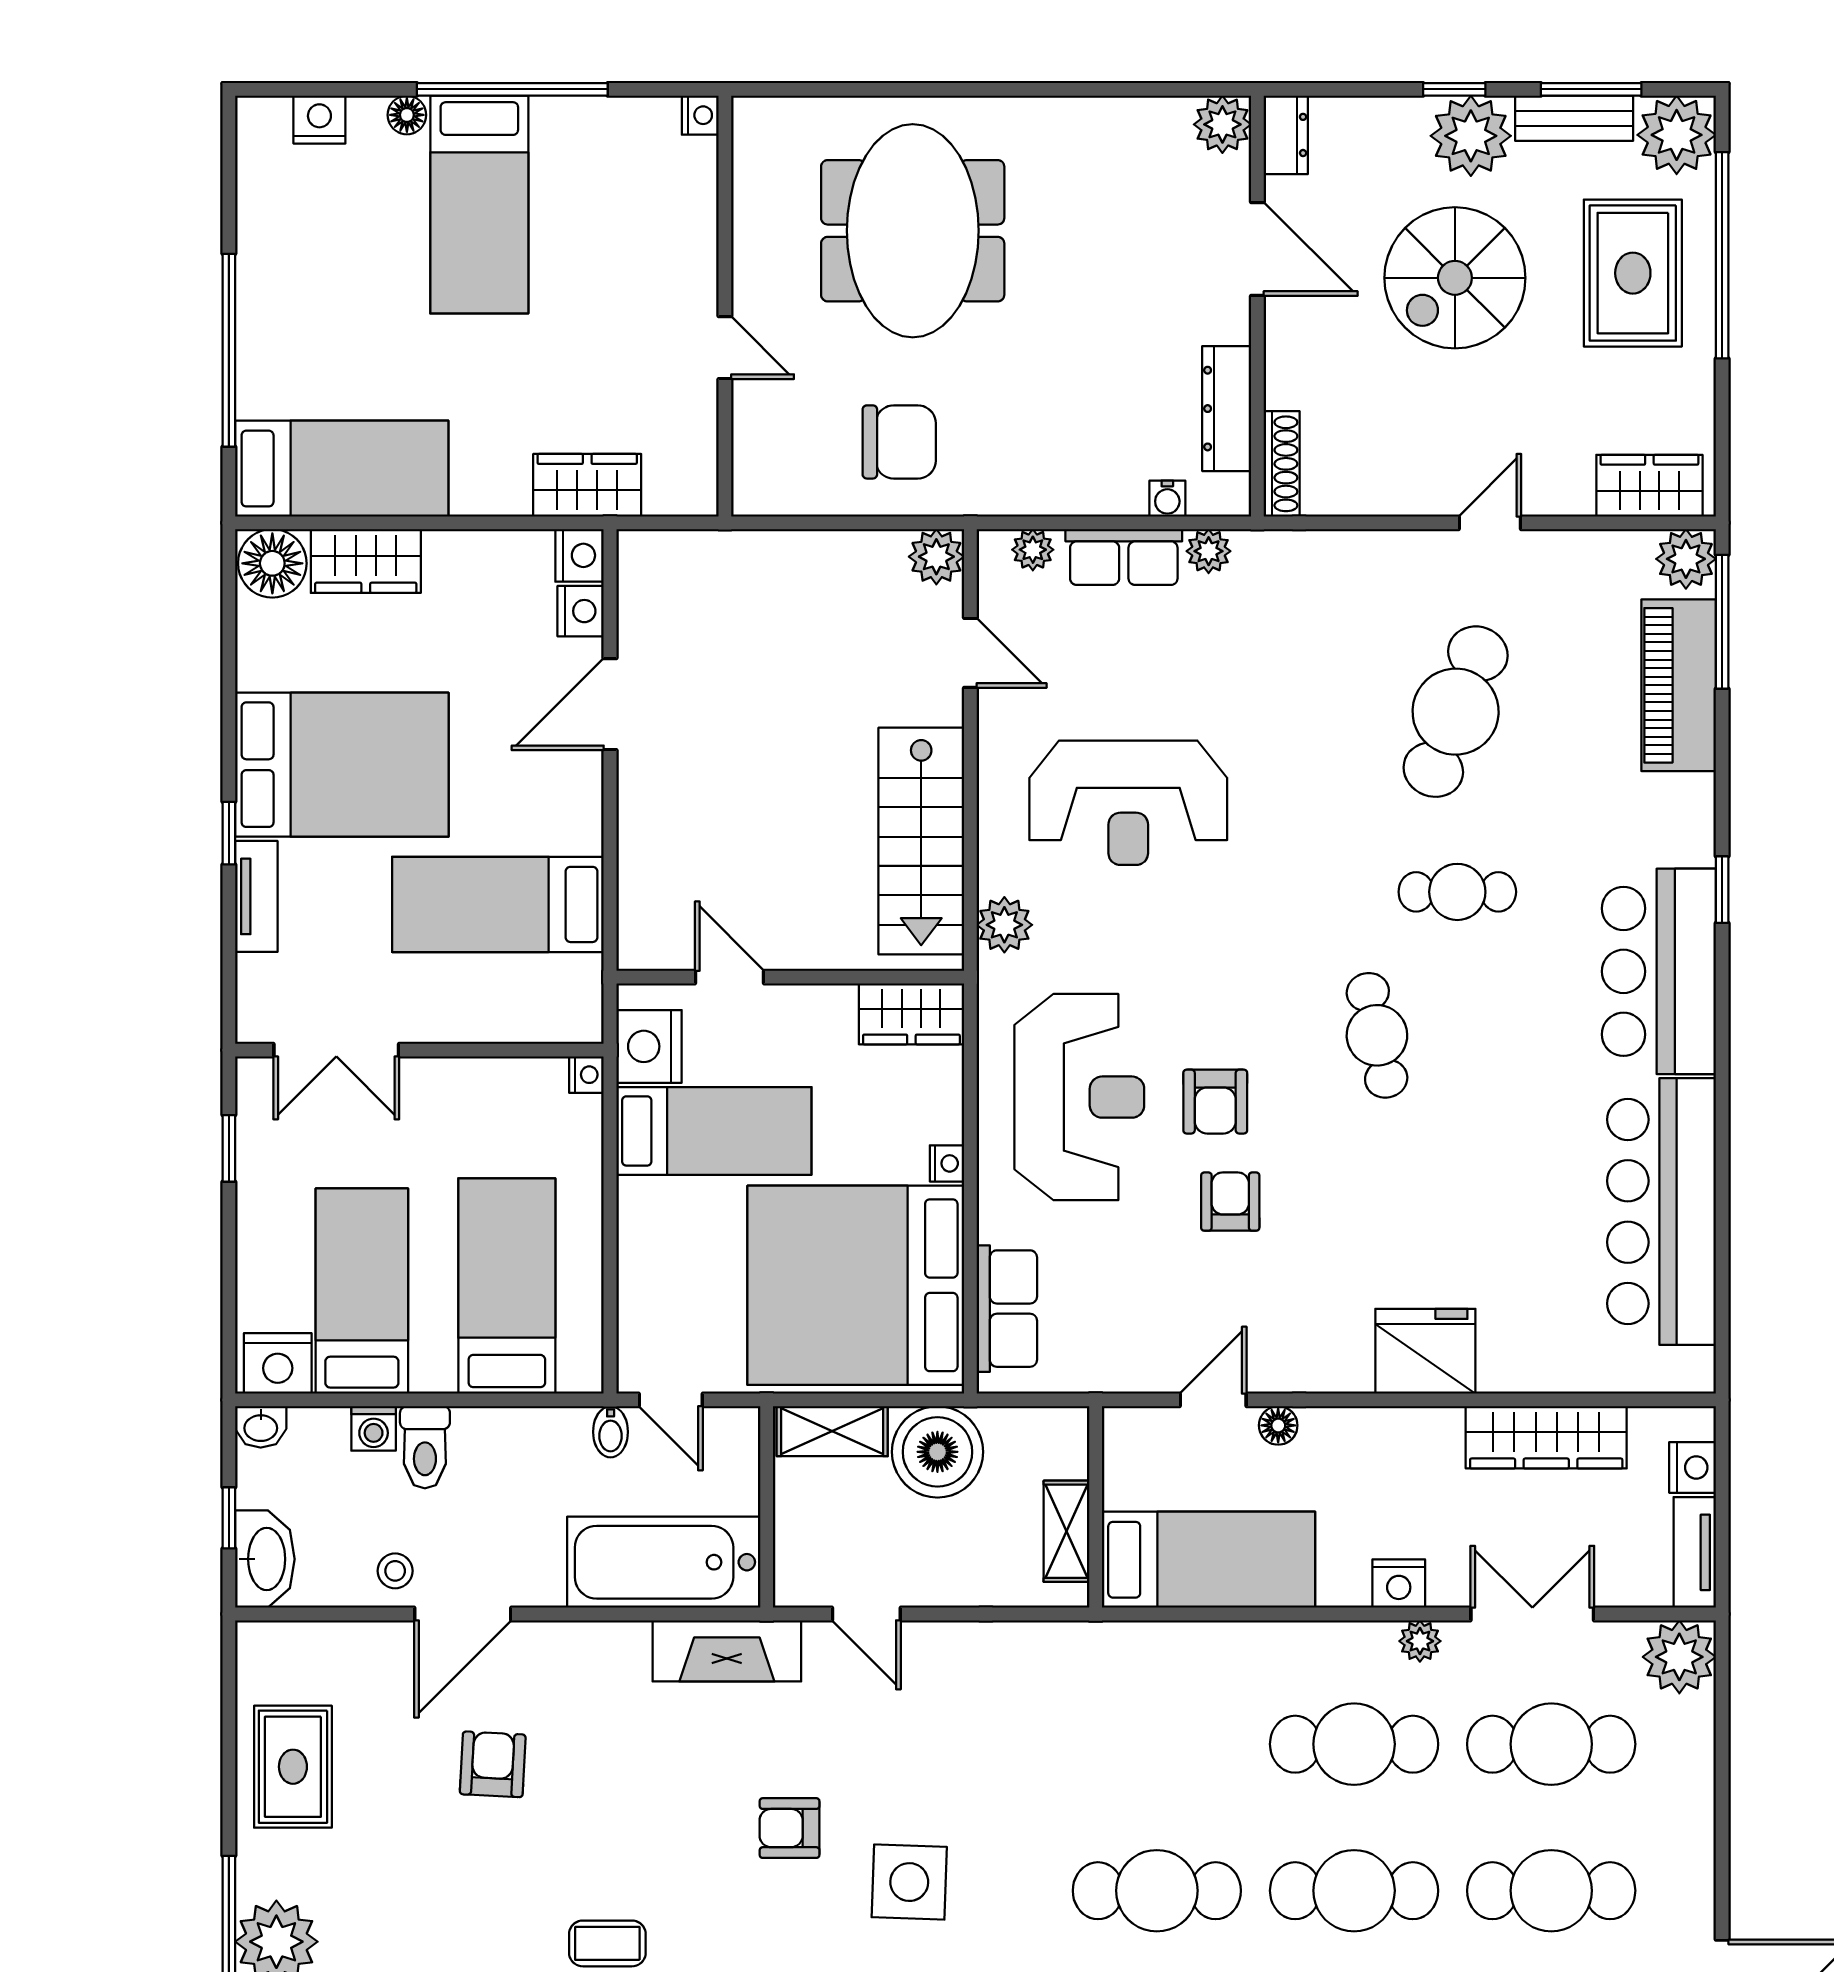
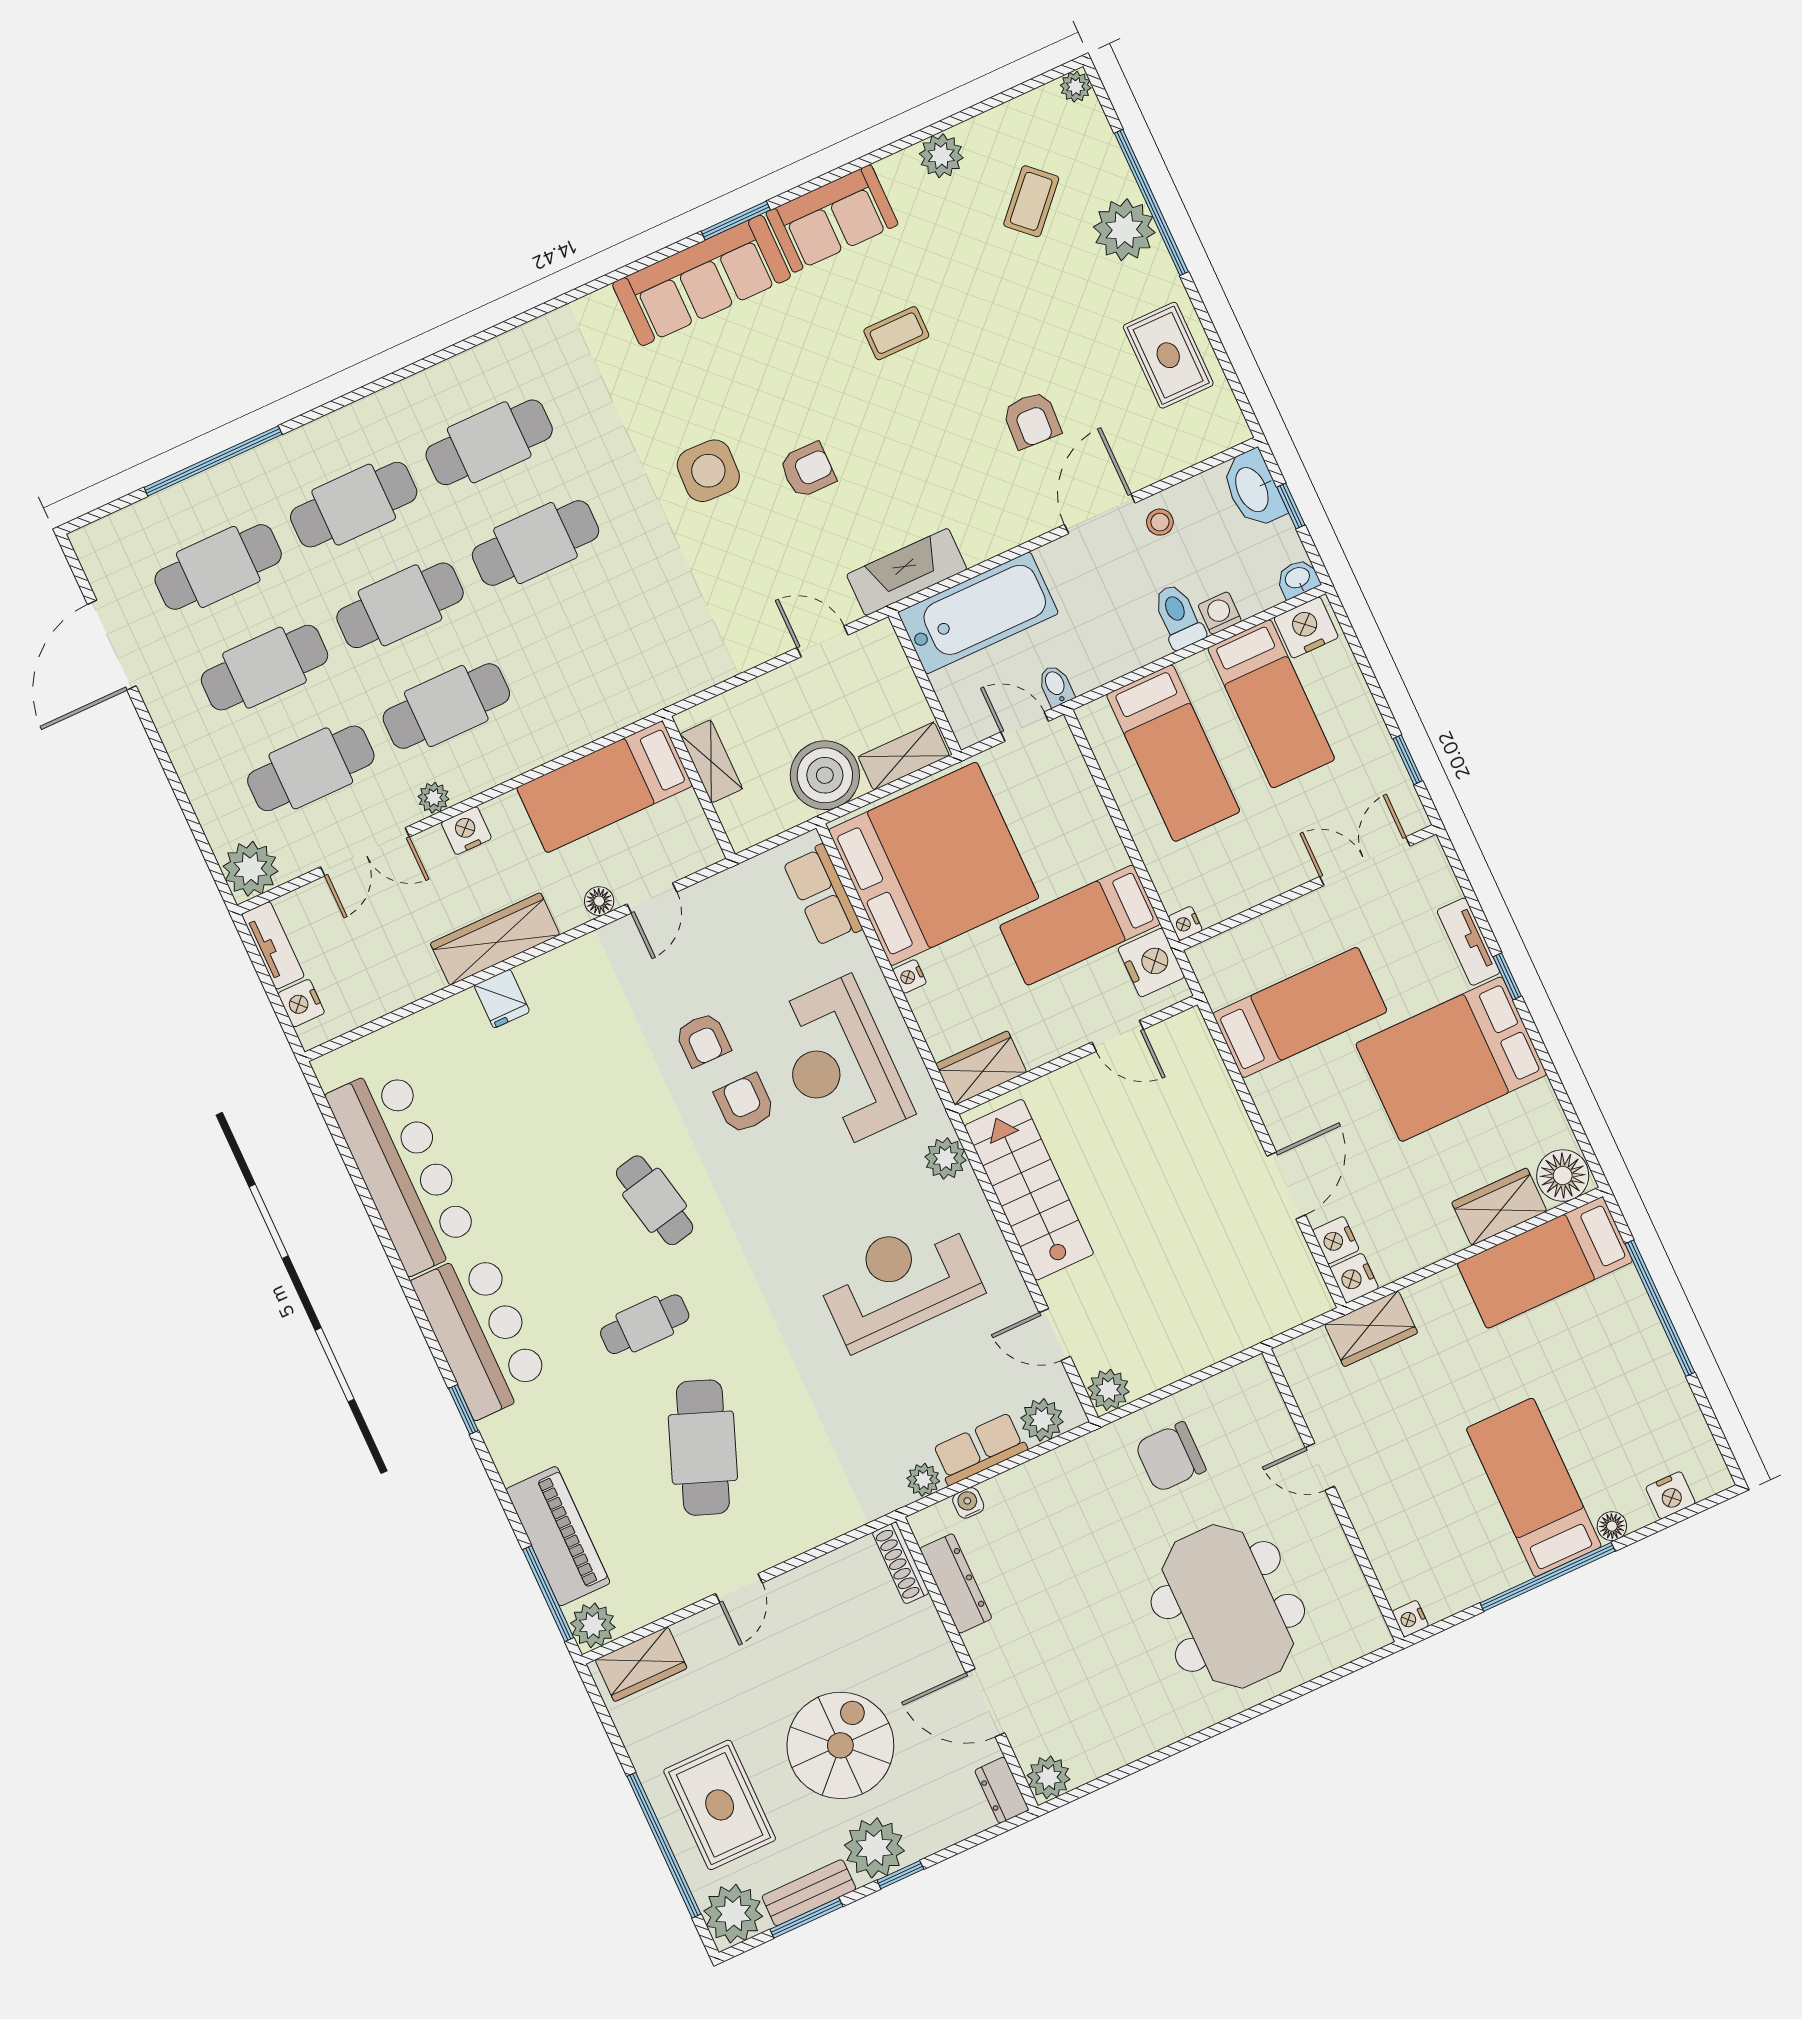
plant: (1033, 550) -> (1042, 1420), width x1.38, depth x1.38
fridge: (1425, 1351) -> (502, 999), width x0.53, depth x0.75
wardrobe: (1546, 1437) -> (495, 939), moved

